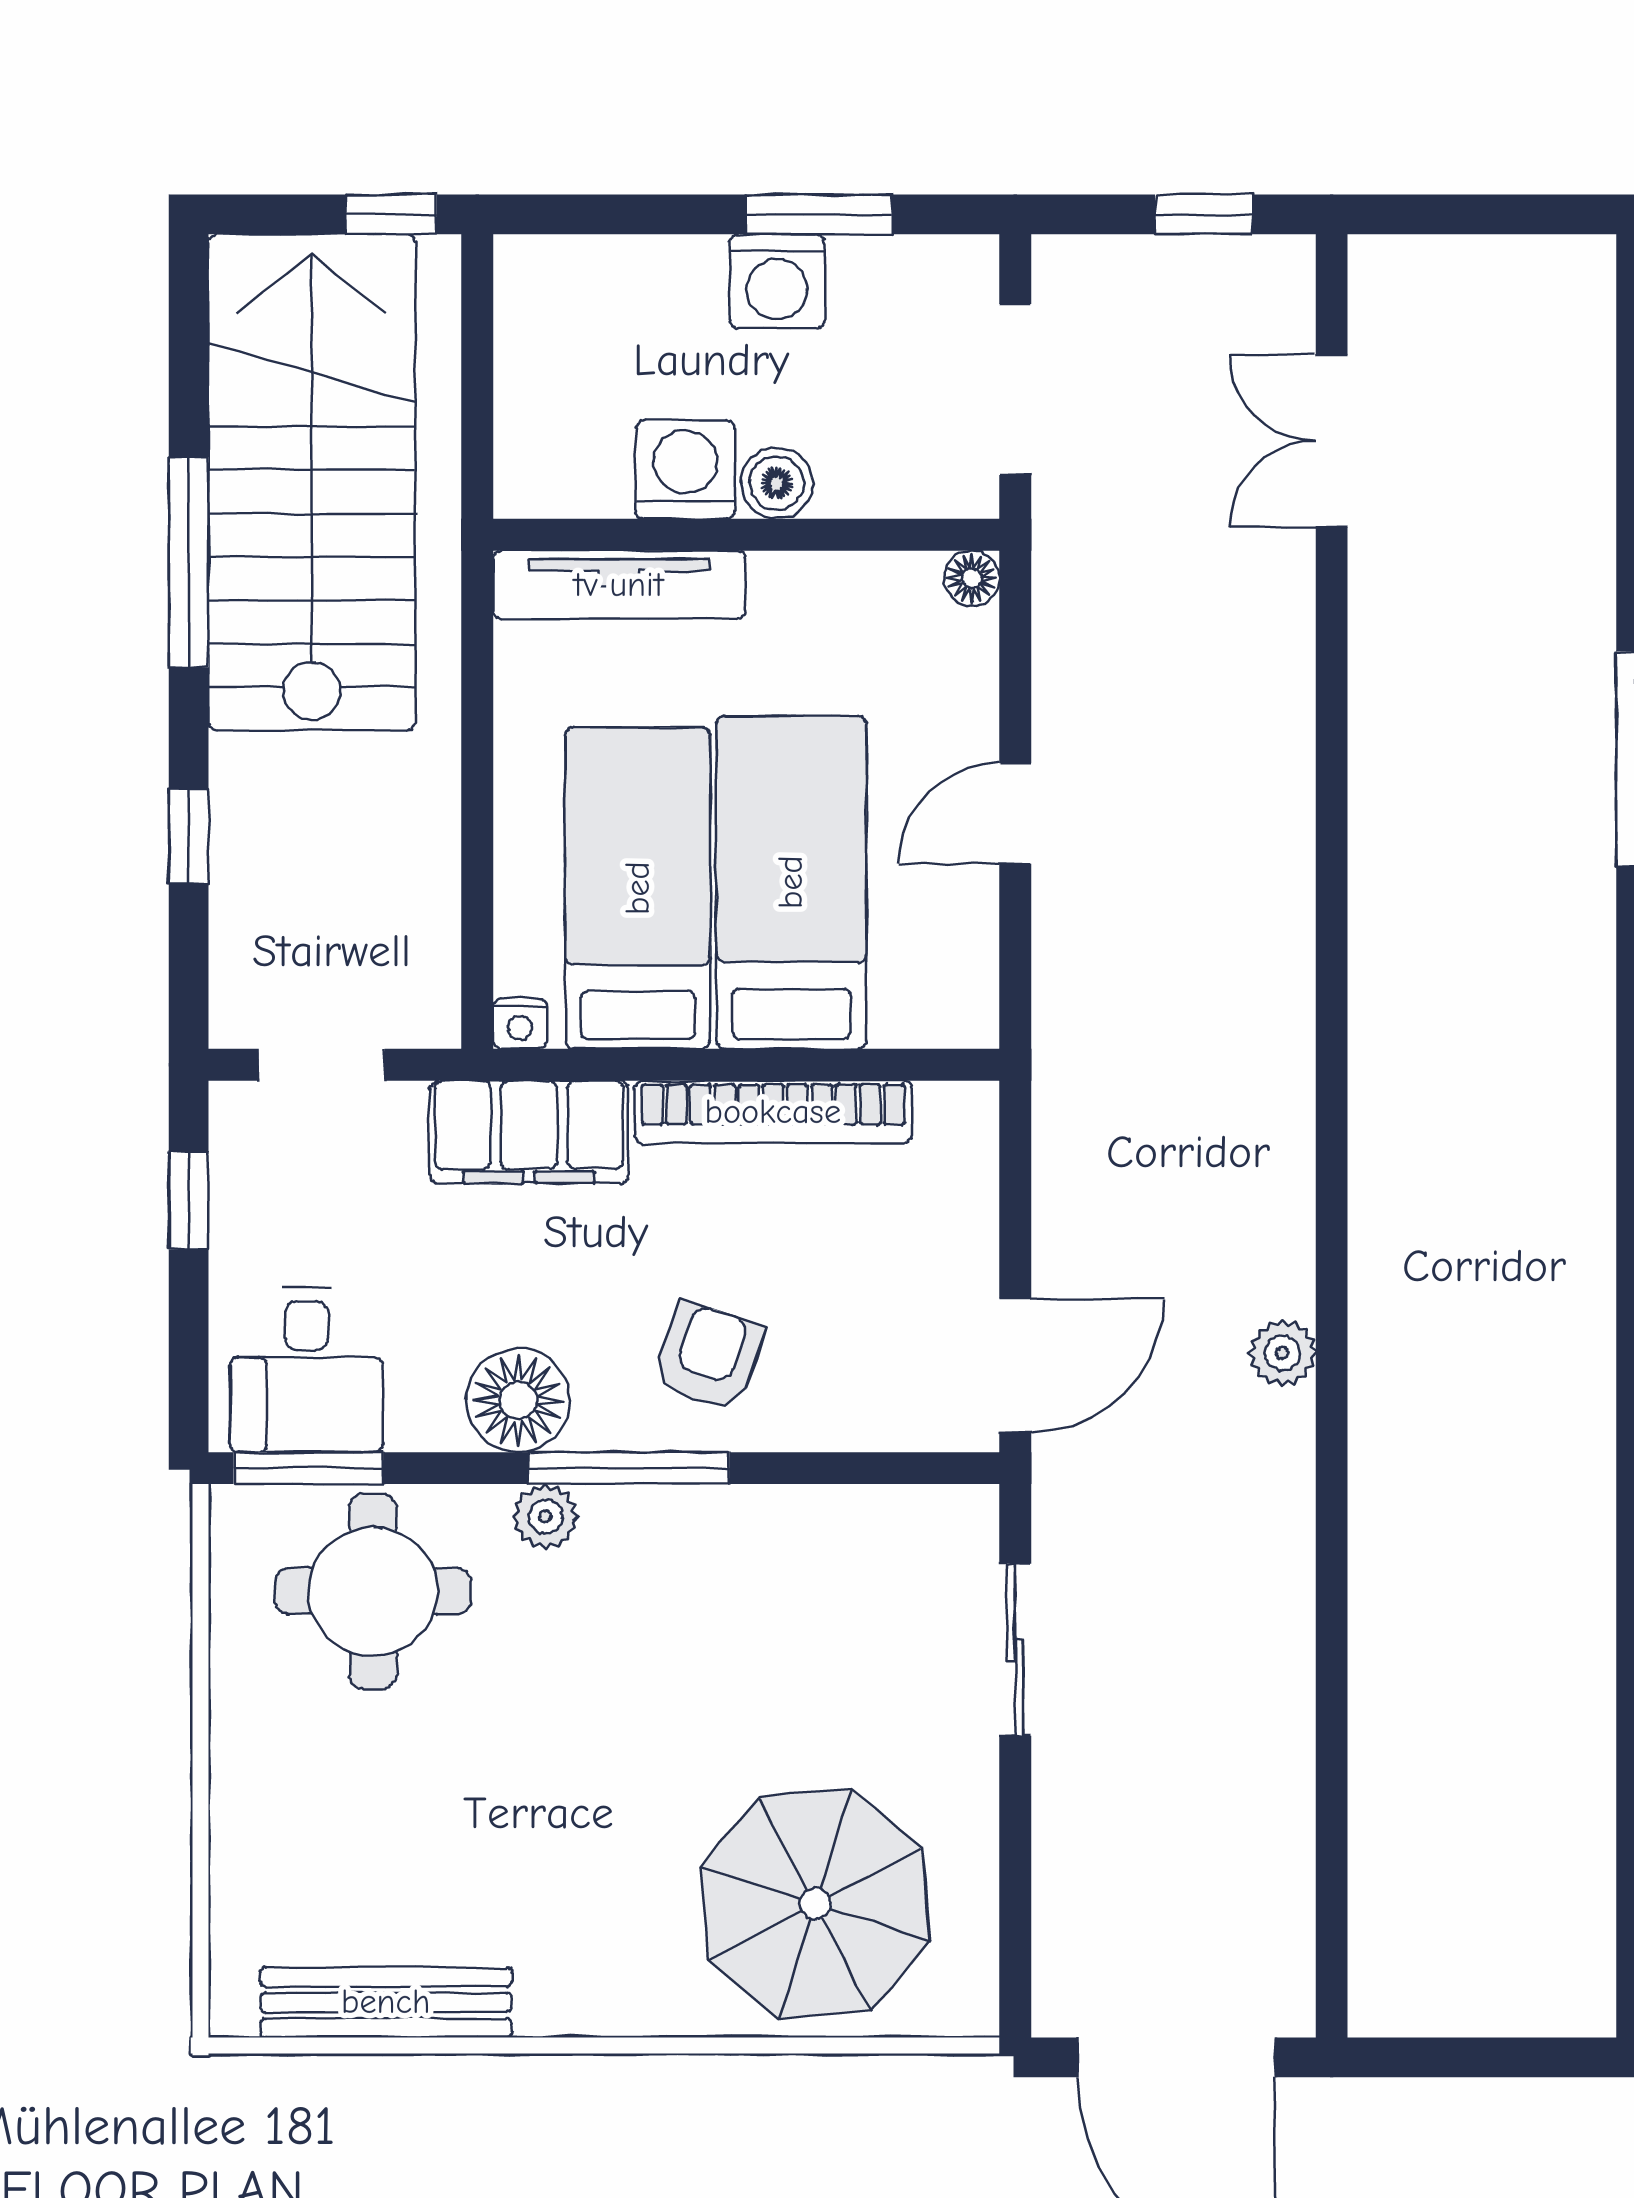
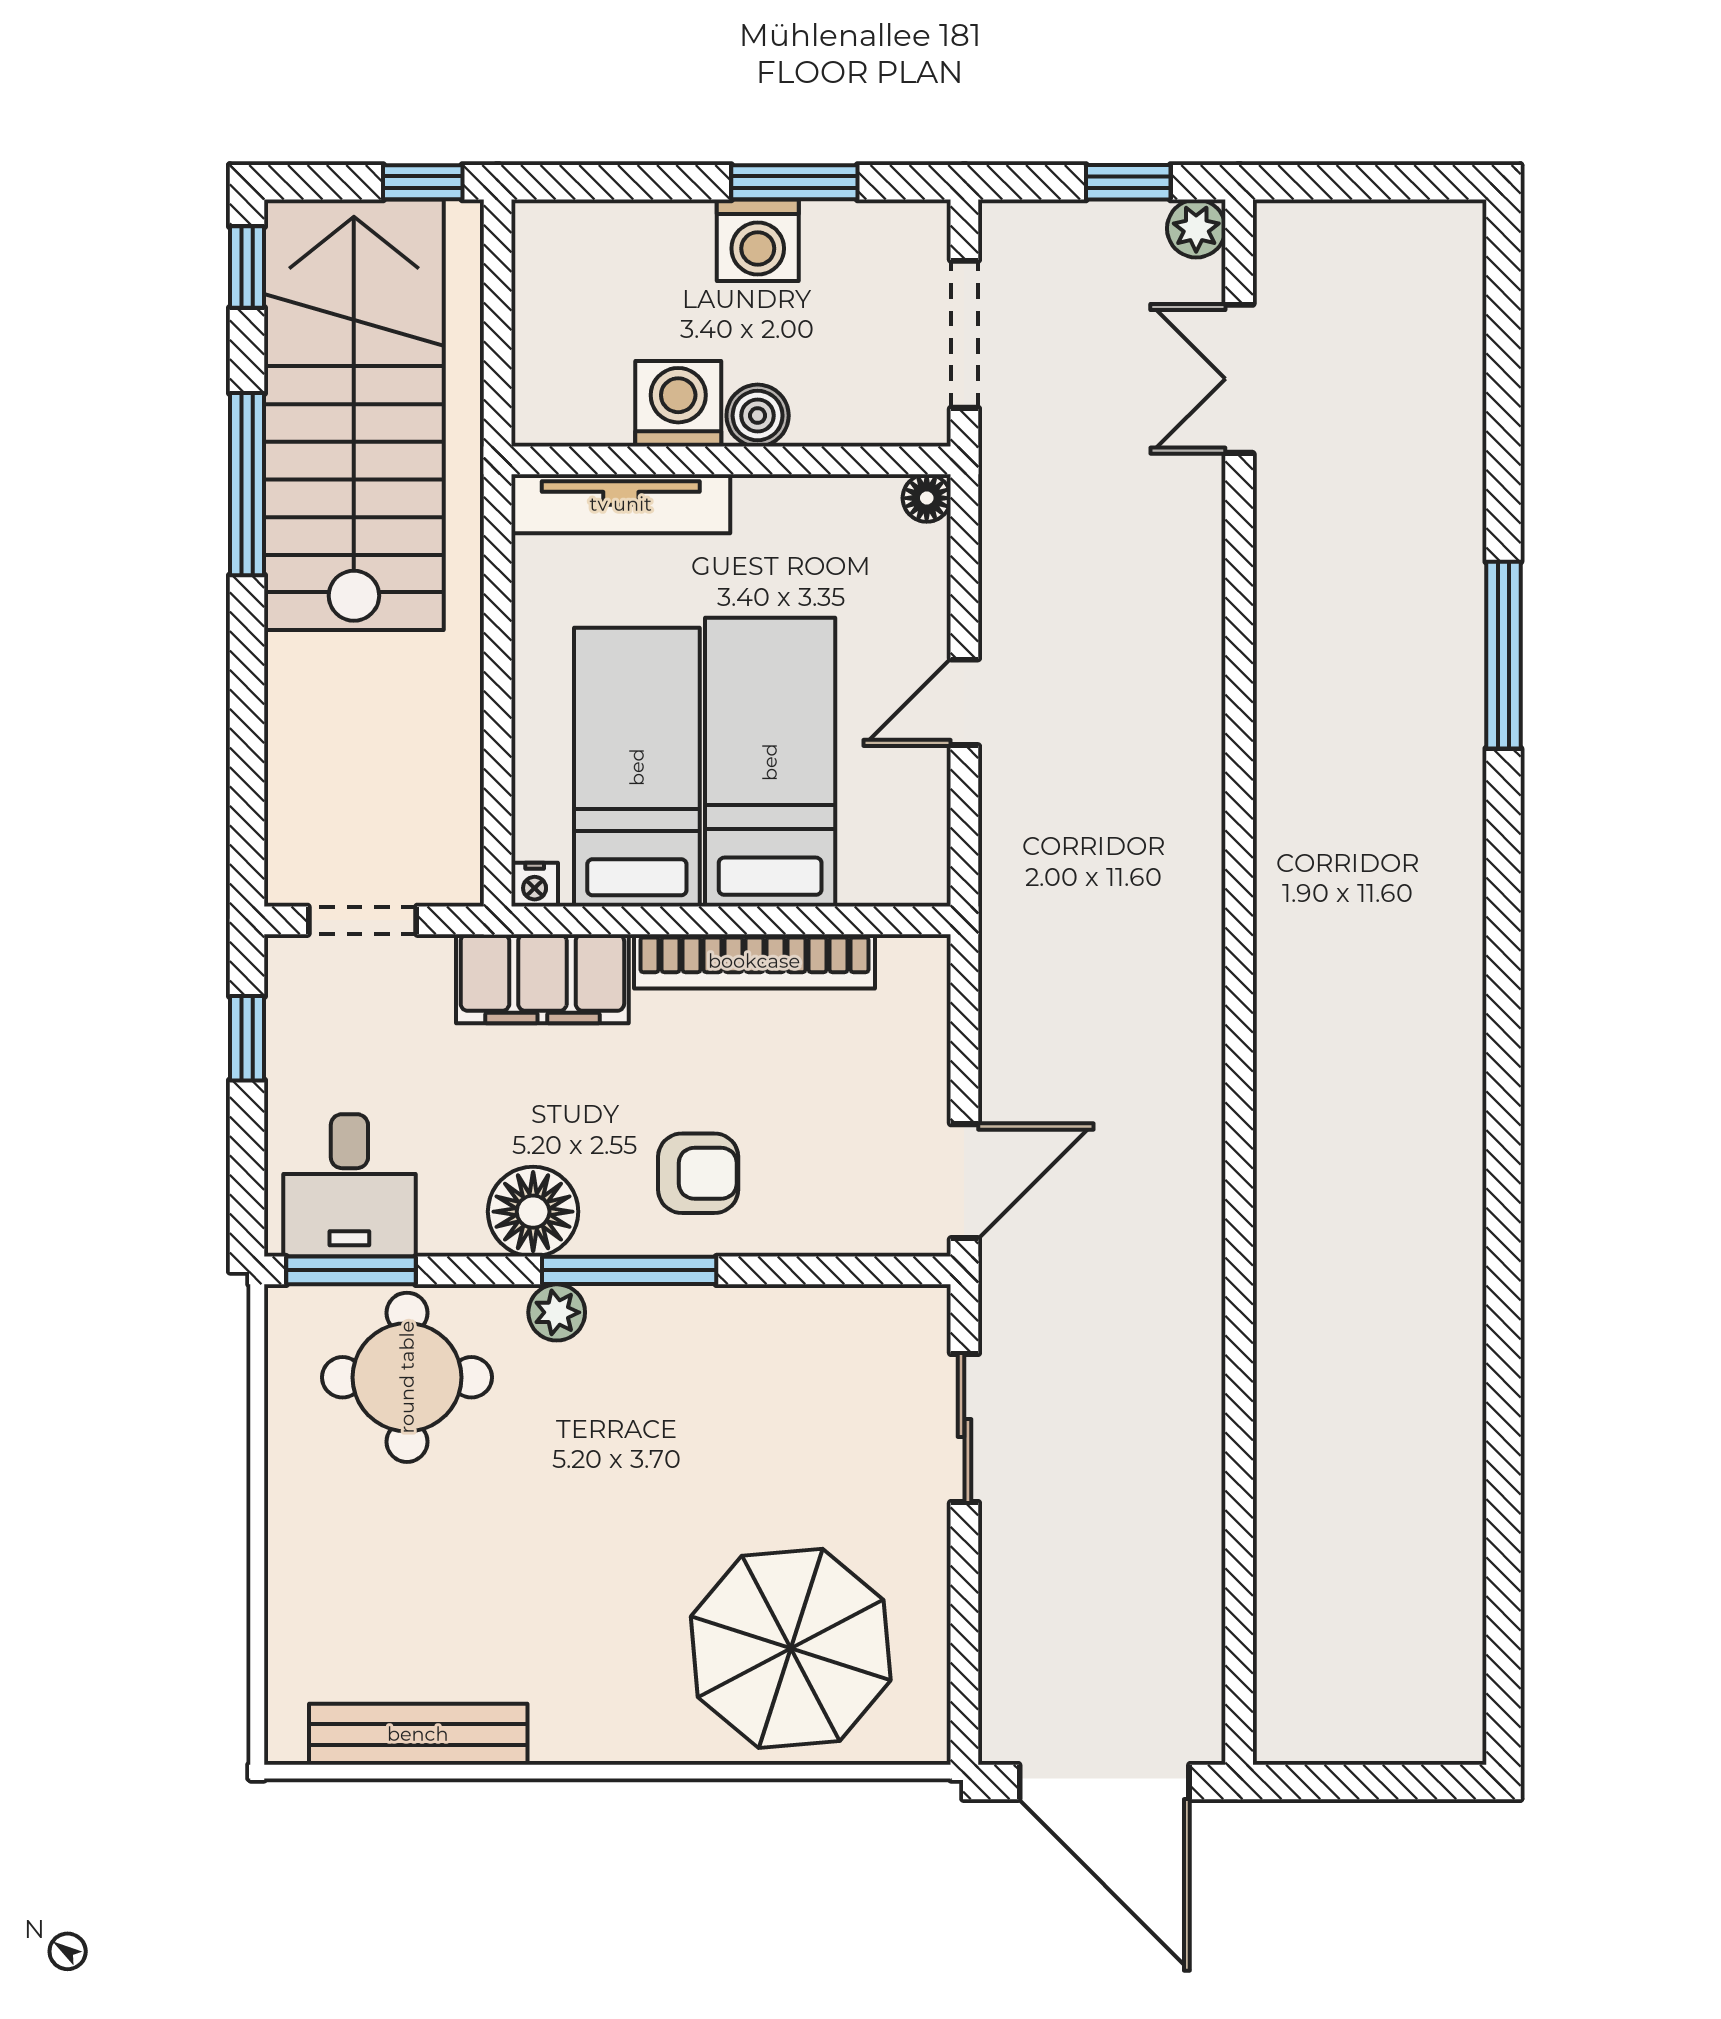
window: (189, 836) -> (247, 267), moved
plant: (1282, 1353) -> (1196, 228), moved
armchair: (708, 1356) -> (698, 1173), turned 71

